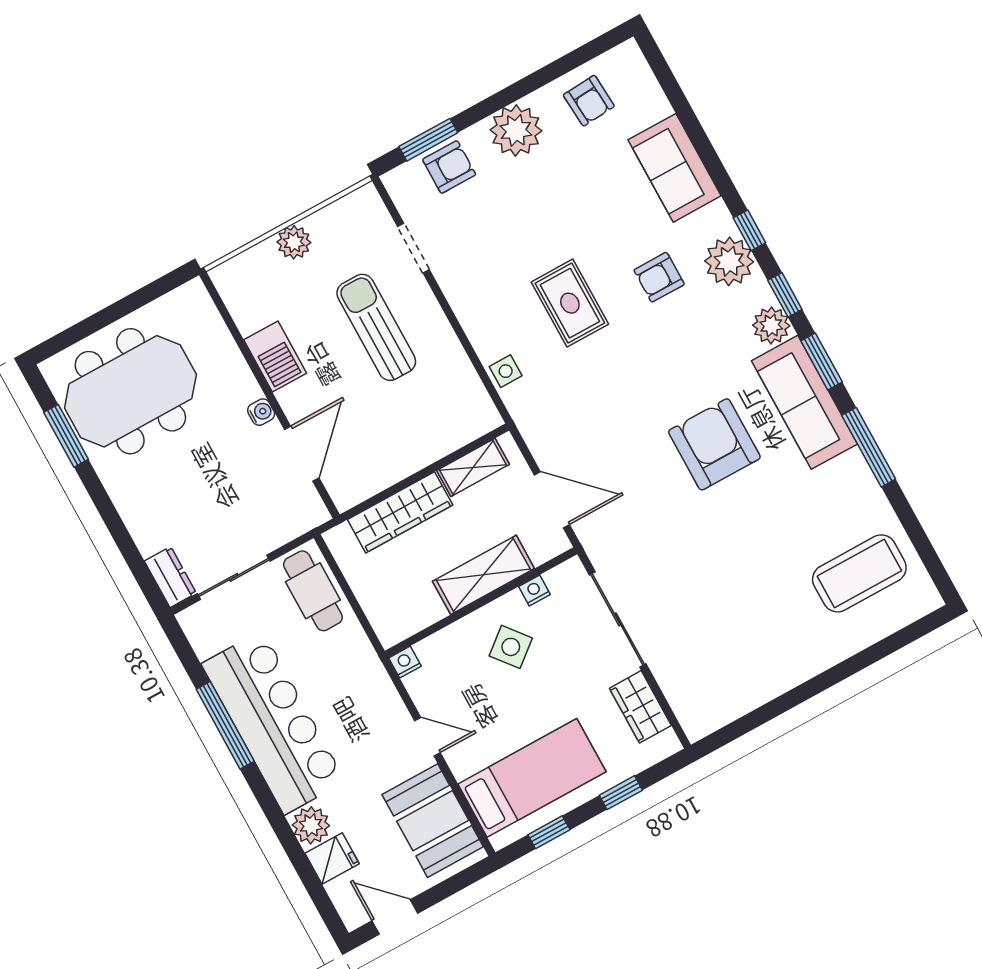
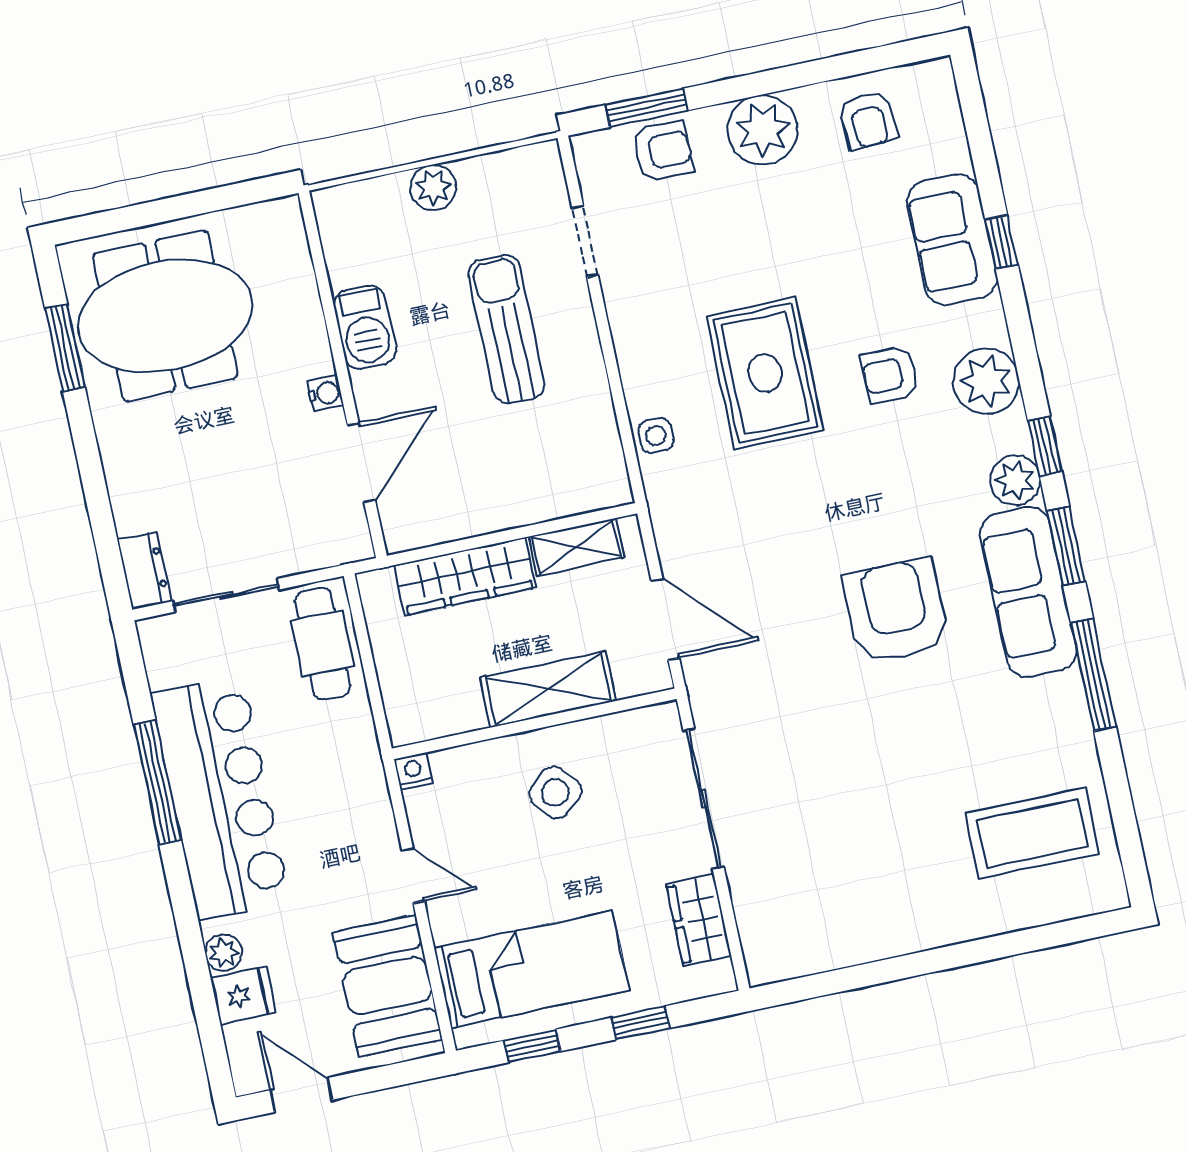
window: (749, 230) -> (1001, 242), moved
rug: (570, 303) -> (765, 373), width x1.36, depth x1.43
nightstand: (534, 590) -> (608, 729), removed
plant: (311, 825) -> (224, 953), width x0.73, depth x0.73

